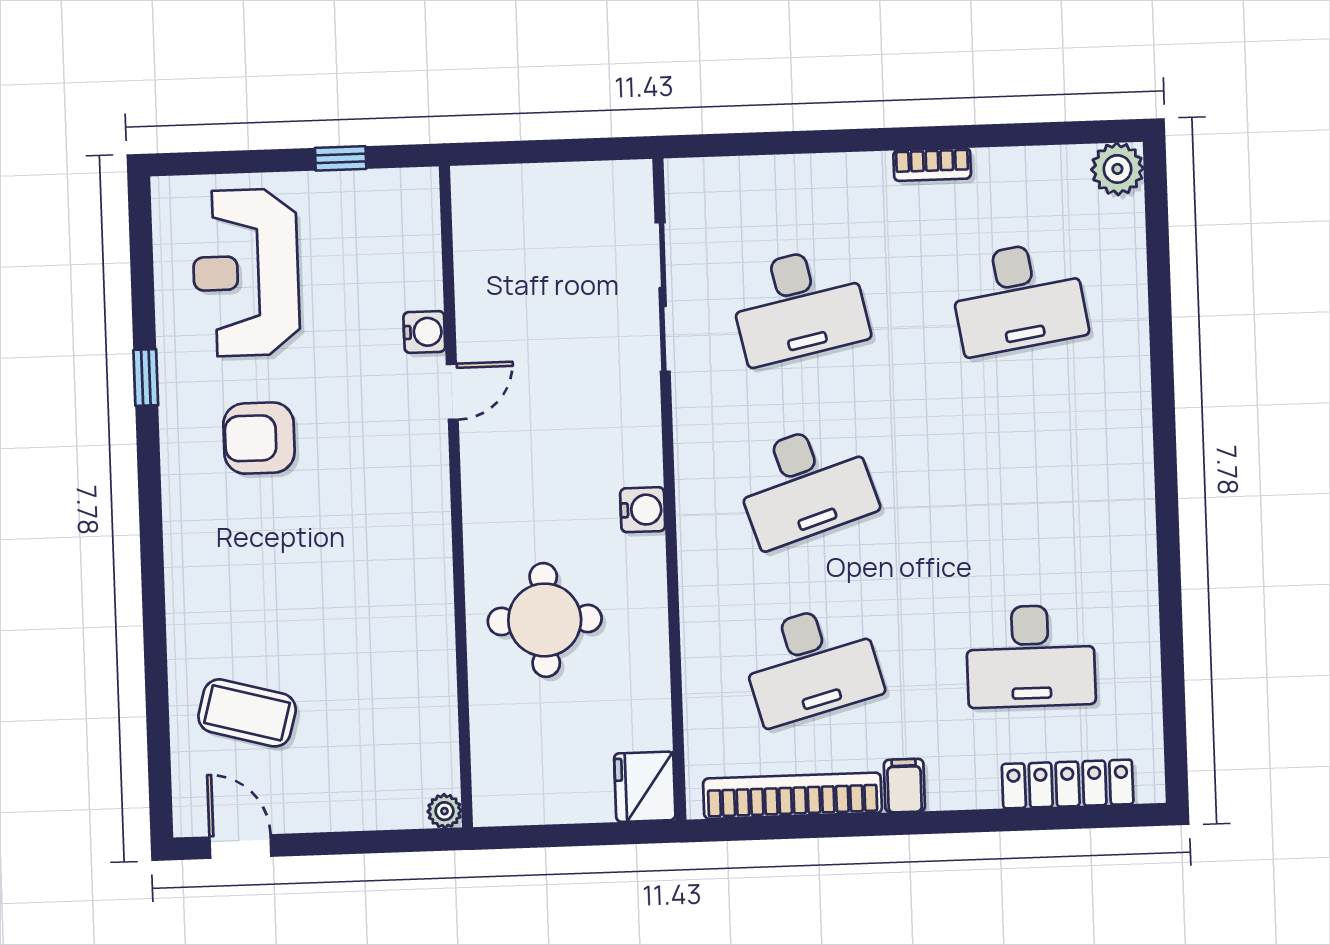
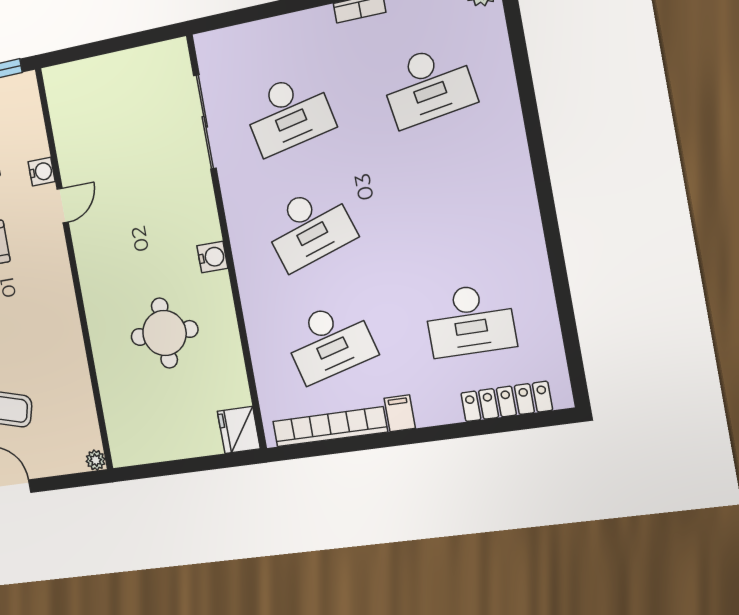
water cooler: (424, 332) -> (42, 172), moved
door: (452, 392) -> (63, 206), moved
wall: (456, 497) -> (74, 269), moved
plant: (444, 811) -> (96, 460), moved

